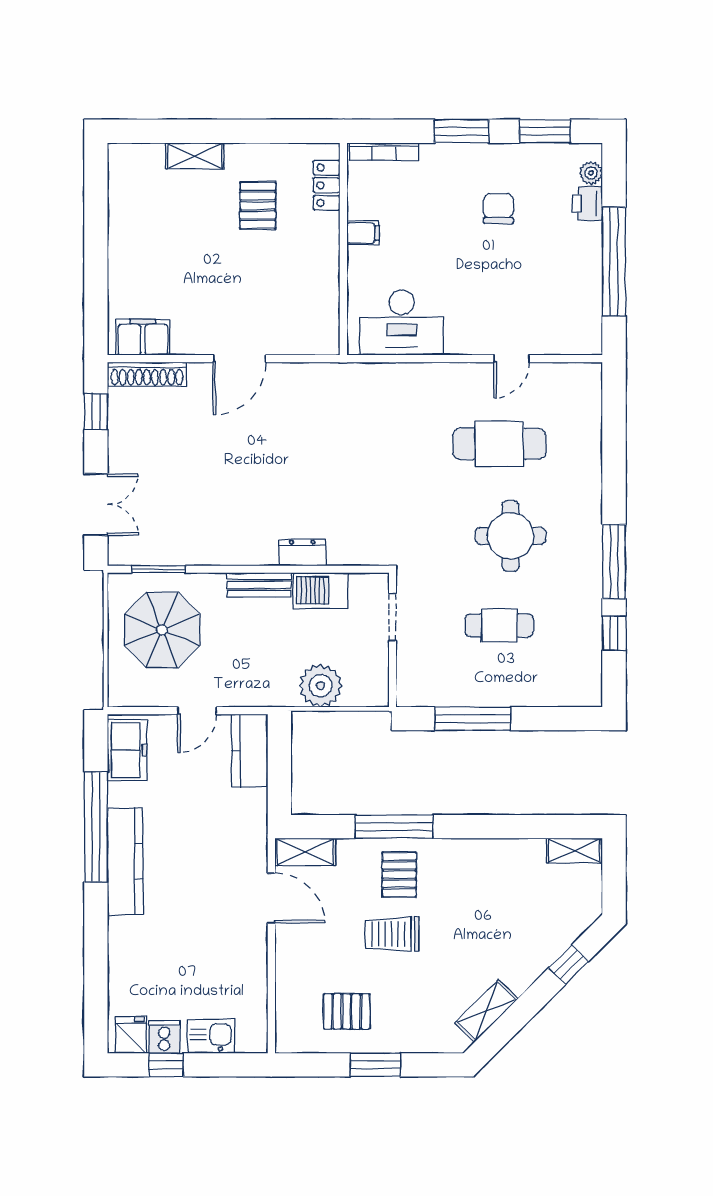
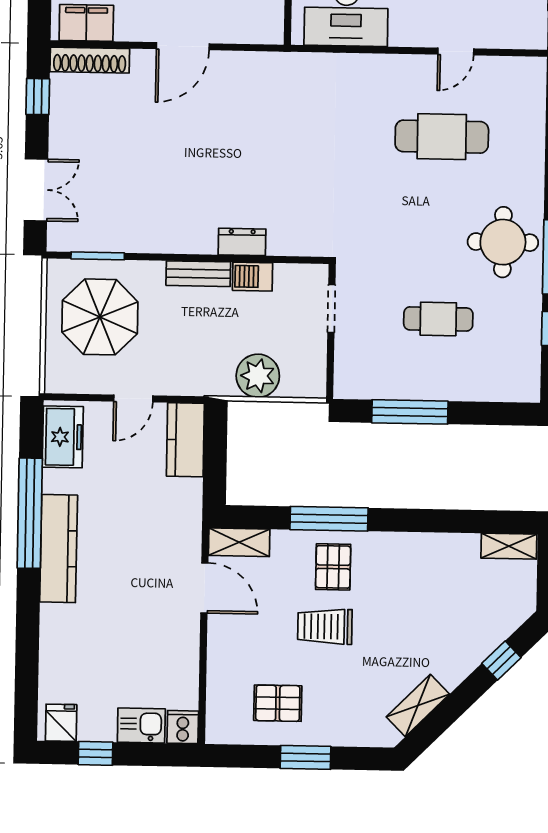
round table: (511, 536) -> (503, 242), moved
barbecue: (321, 591) -> (253, 277), width x0.73, depth x0.79
cooker: (164, 1037) -> (183, 727), moved

